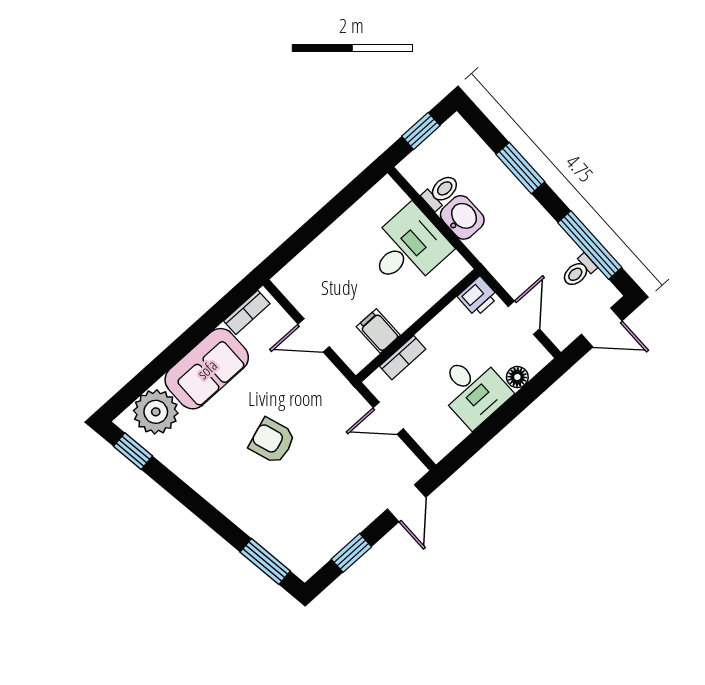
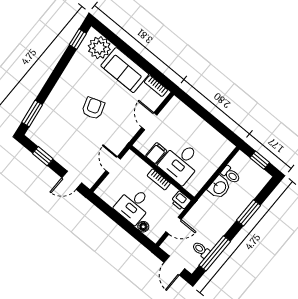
desk: (408, 248) -> (181, 162), moved, turned 90
bookcase: (403, 358) -> (159, 179), moved

